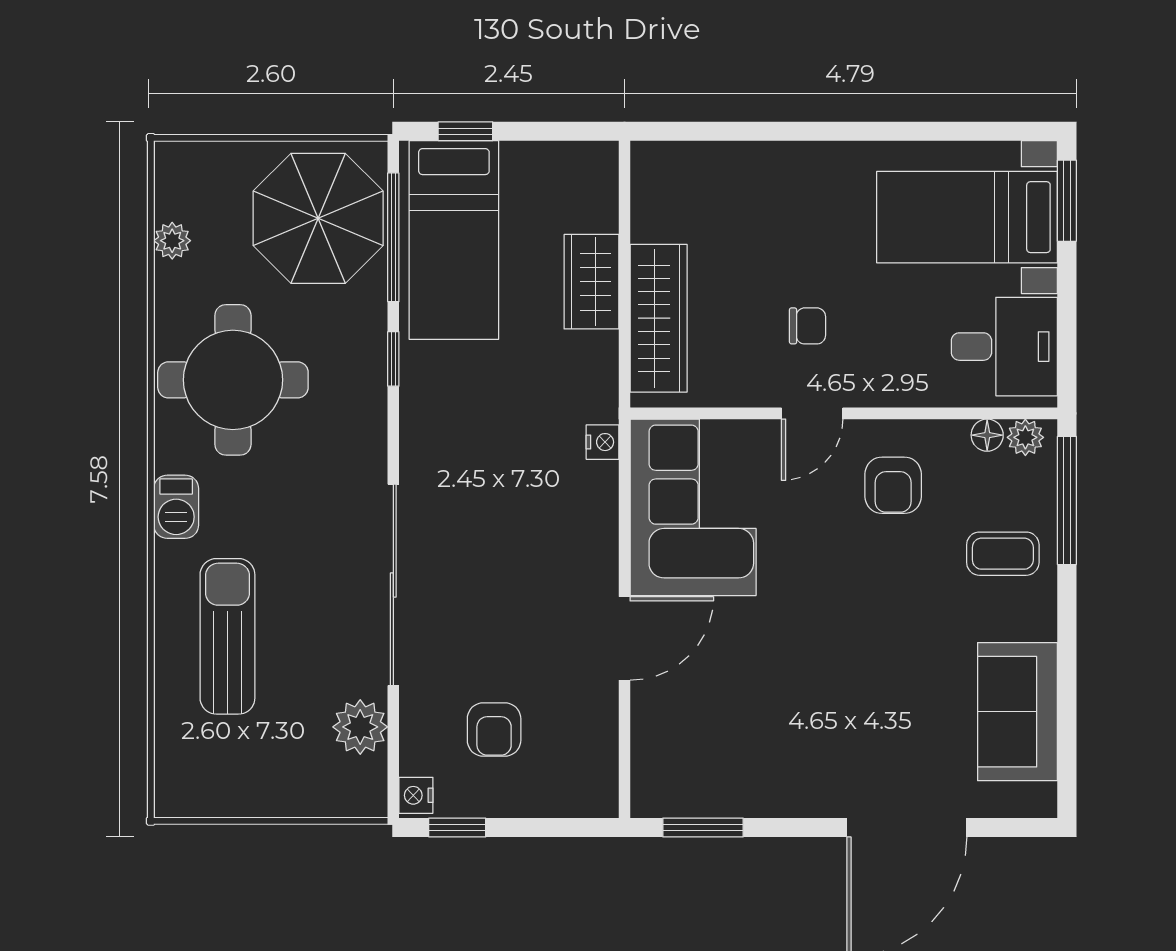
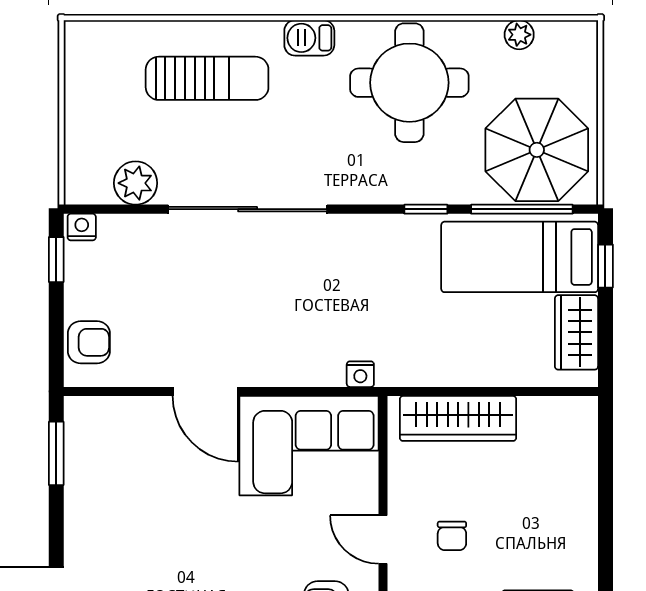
wardrobe: (591, 282) -> (576, 332), moved, turned -90
armchair: (494, 730) -> (89, 342), moved, turned 180

